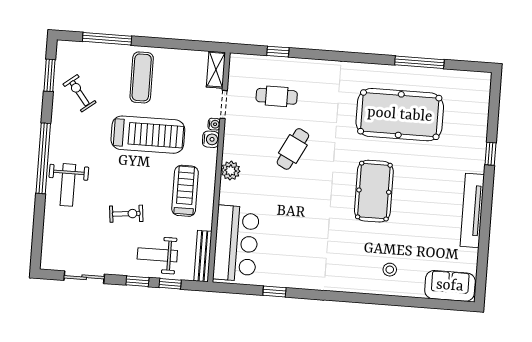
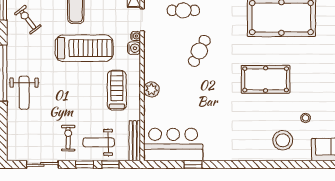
plant: (231, 171) -> (151, 89), moved
pool table: (374, 191) -> (266, 79), turned 90
exercise bike: (126, 214) -> (68, 138), moved, turned -84
bar counter: (236, 243) -> (173, 144), moved, turned -90
stool: (421, 243) -> (306, 118), added
stool: (390, 270) -> (283, 140), width x1.89, depth x1.89

